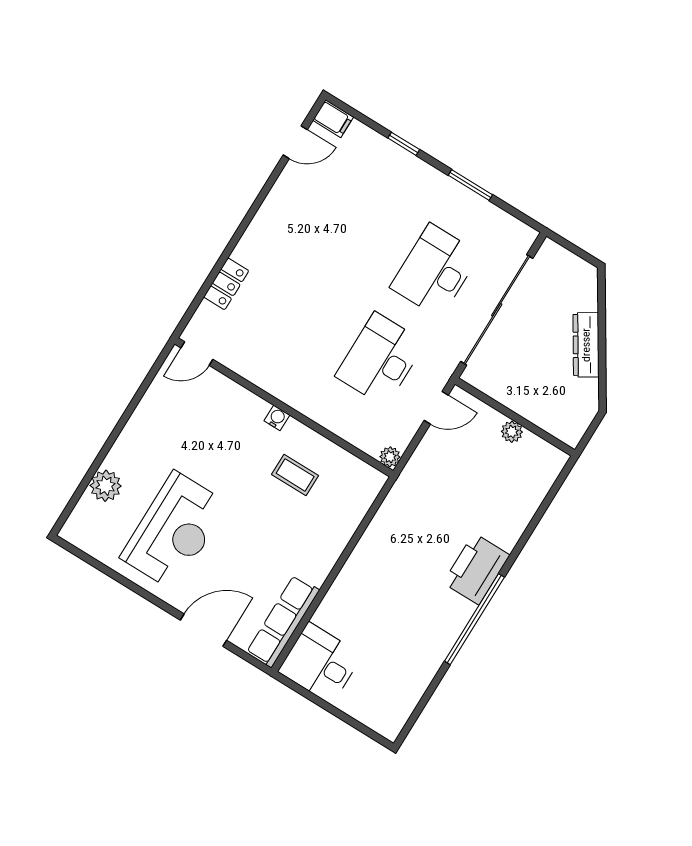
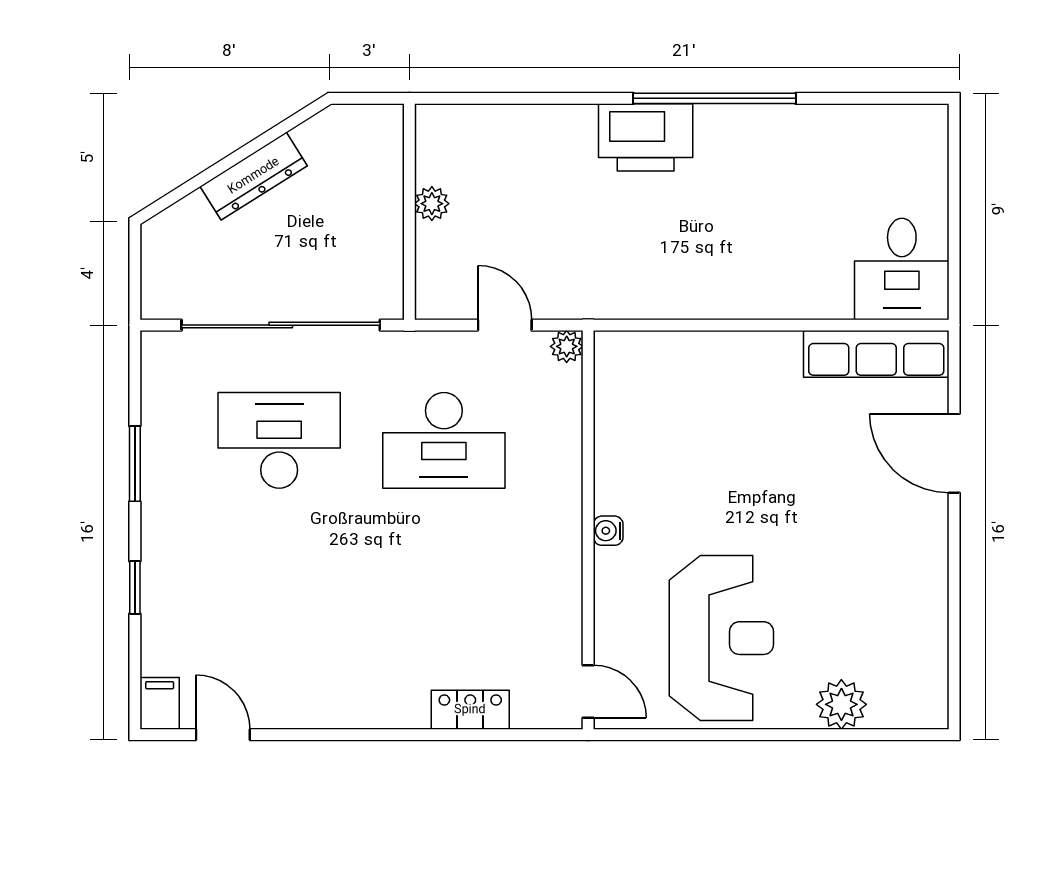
desk: (435, 271) -> (279, 440), turned 180
door: (436, 408) -> (505, 325), moved
coffee table: (295, 475) -> (670, 459), removed
reception desk: (174, 531) -> (721, 638), moved, turned 90

